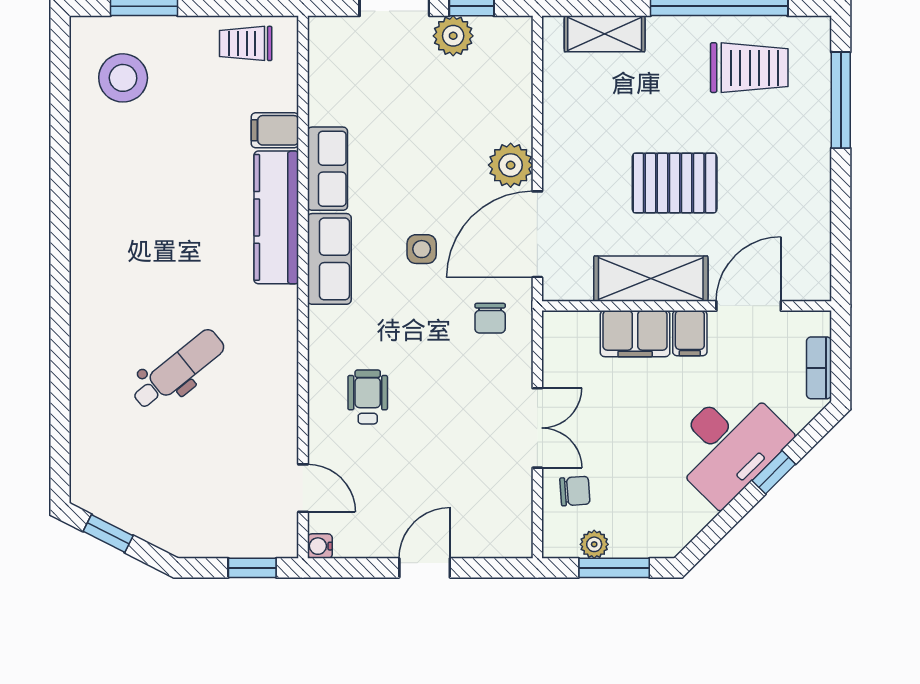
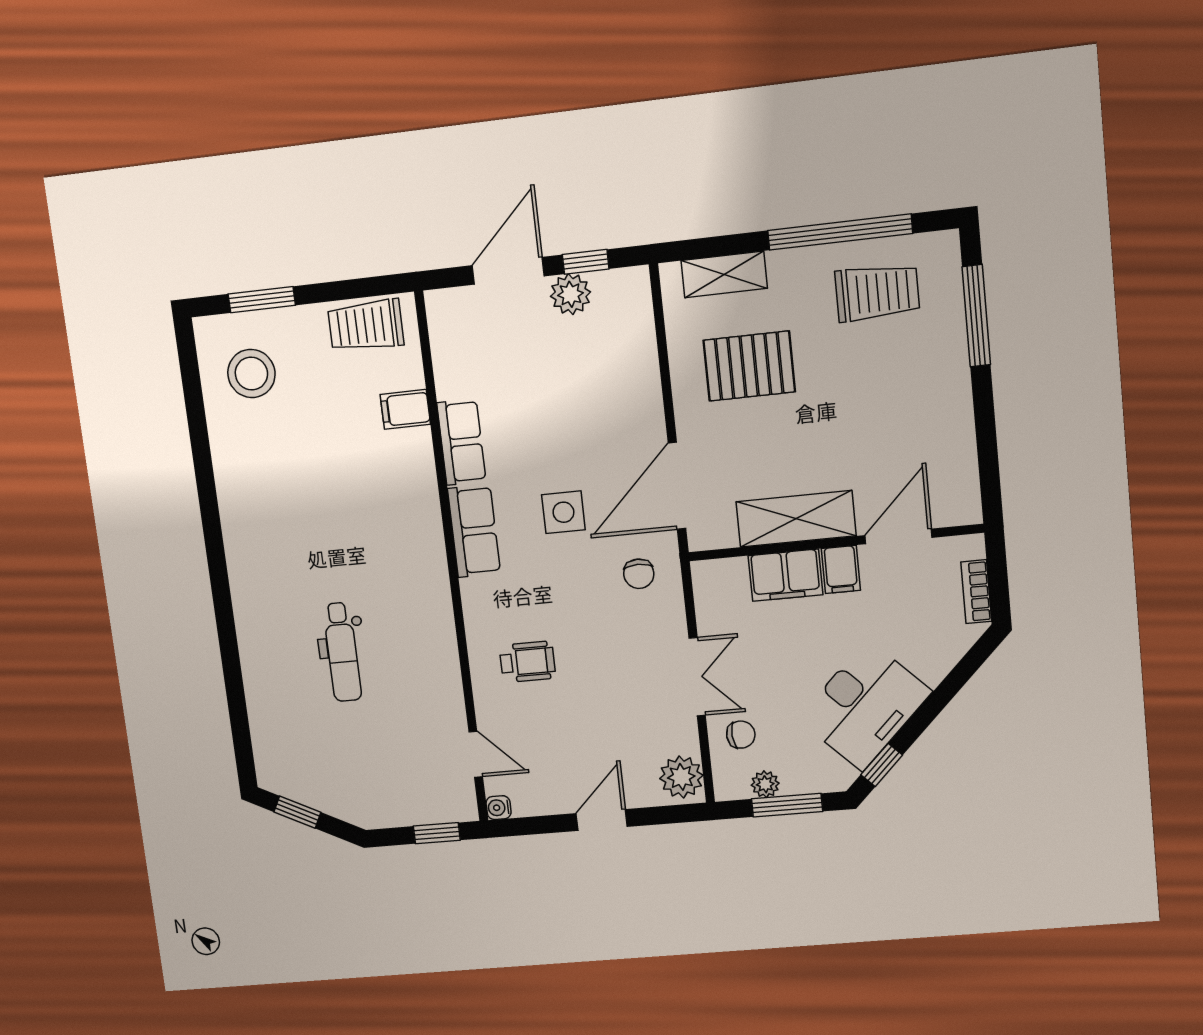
trolley: (246, 43) -> (366, 326), width x1.36, depth x1.39
plant: (511, 165) -> (681, 777), moved
pallet: (675, 183) -> (749, 366), moved
kitchen counter: (276, 217) -> (417, 495), removed
side table: (422, 249) -> (563, 512), width x1.37, depth x1.37
dental chair: (178, 369) -> (342, 652), turned 129
wheelchair: (368, 397) -> (528, 662), turned 90
desk: (728, 444) -> (865, 705), moved
window: (774, 472) -> (882, 765), moved

